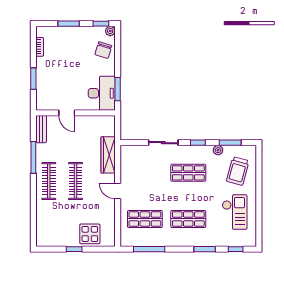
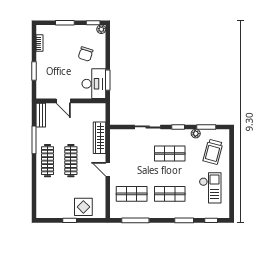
chair: (103, 50) -> (86, 54), moved

